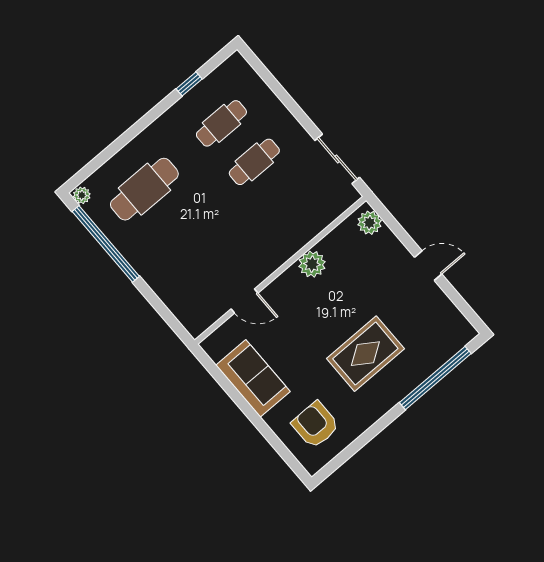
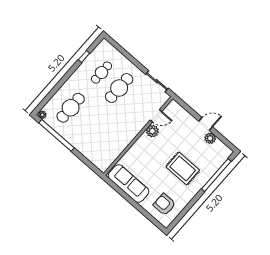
cafe table: (254, 162) -> (119, 88), width x1.37, depth x1.35
plant: (370, 223) -> (210, 138), moved
door: (244, 301) -> (156, 116), moved
rug: (365, 354) -> (183, 169), turned 90
sofa: (253, 378) -> (128, 184), width x1.36

